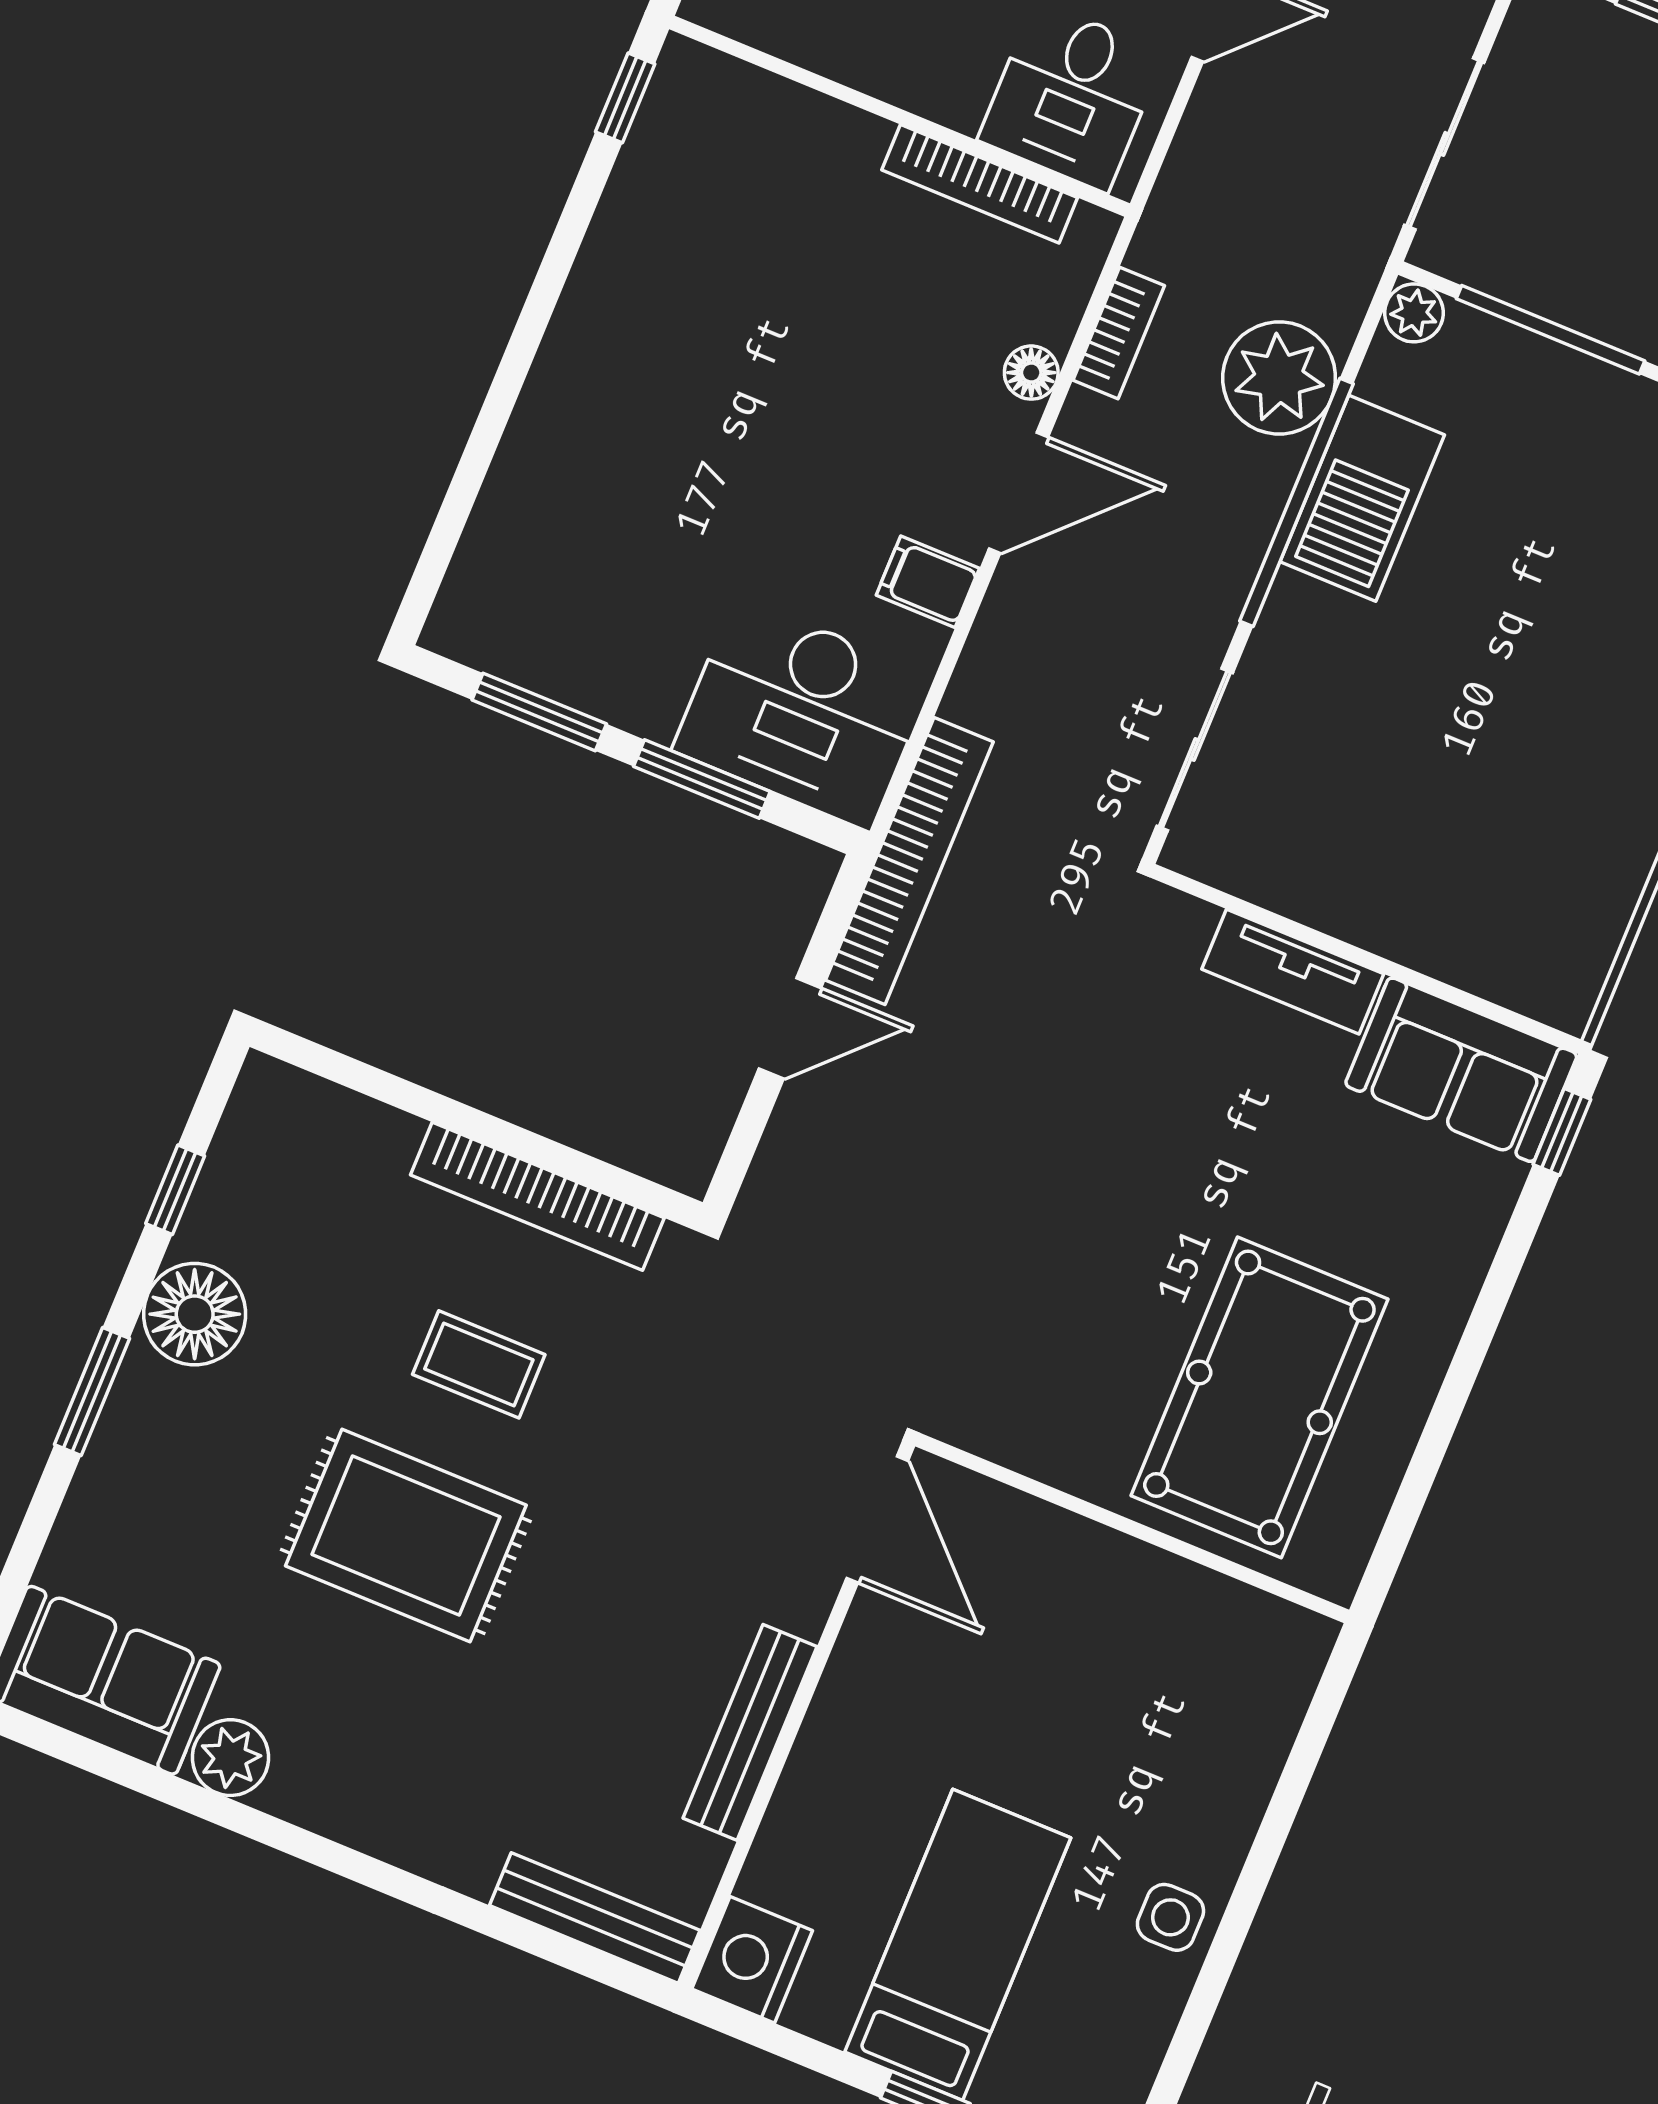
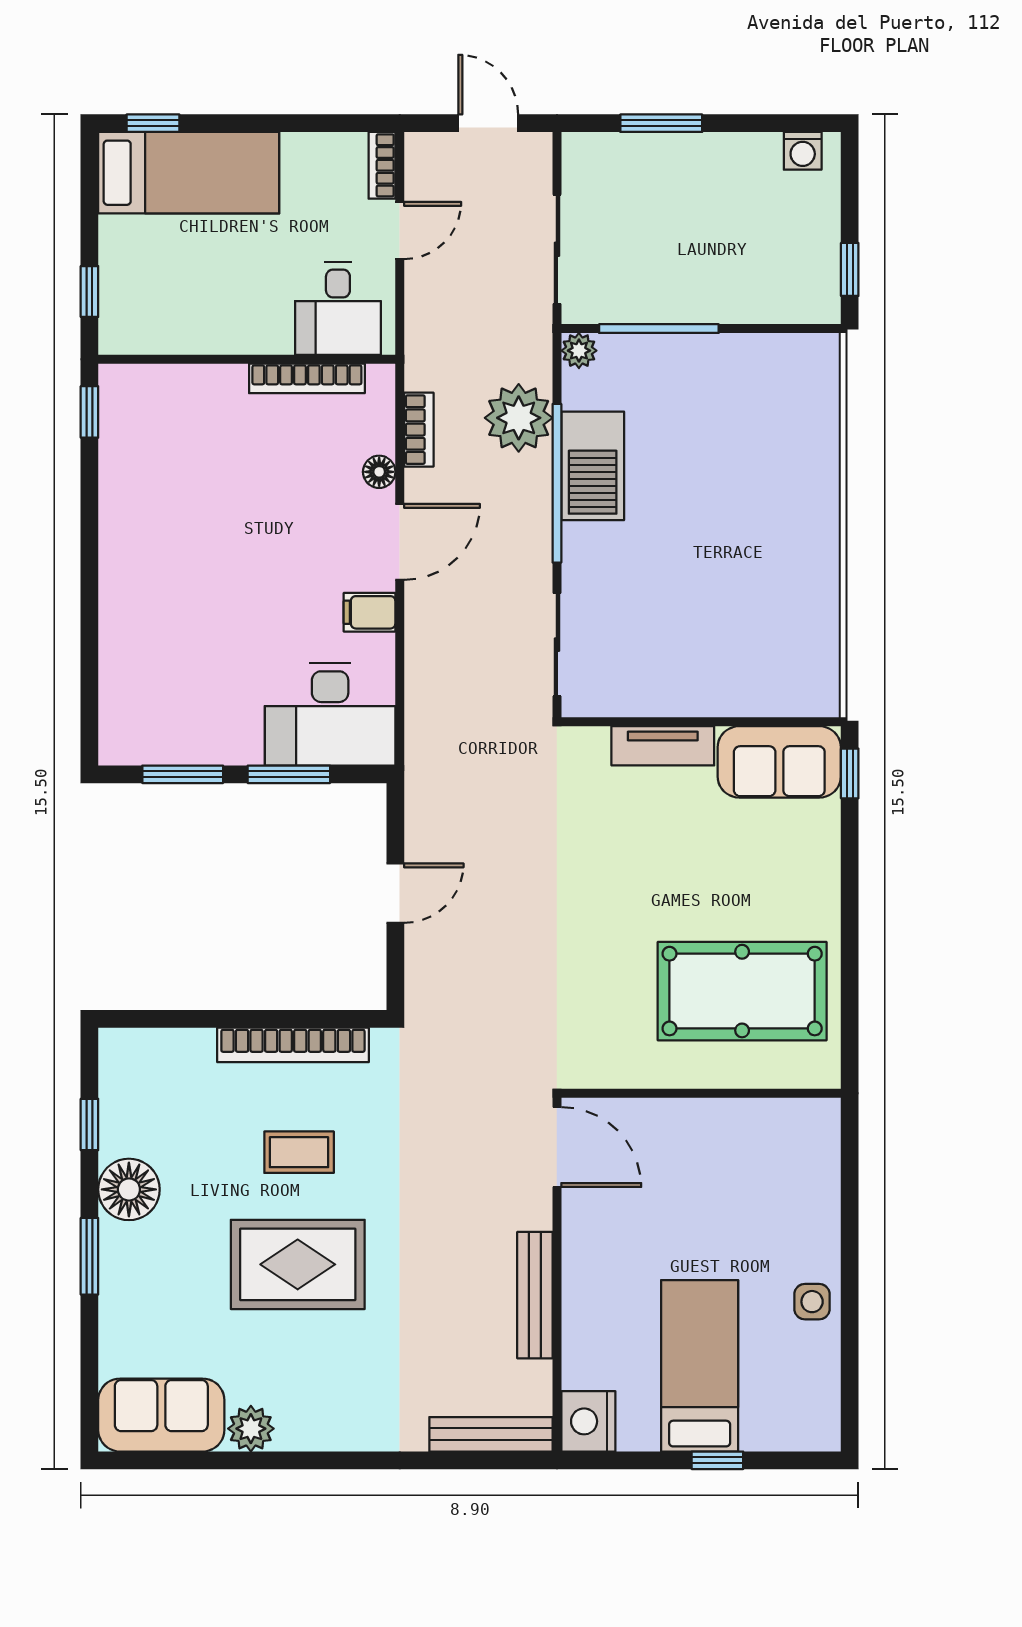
bookcase: (909, 861) -> (423, 772), removed
pool table: (1259, 1397) -> (742, 991), turned 90

